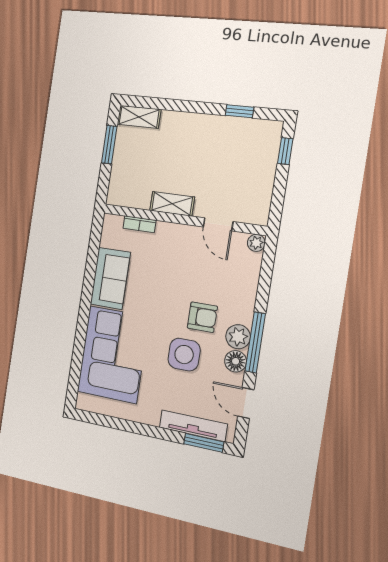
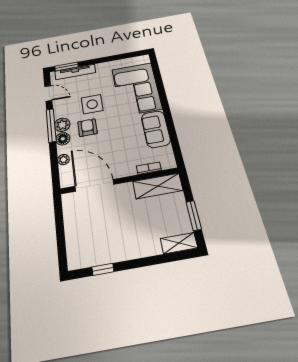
window: (285, 151) -> (62, 249), removed
shelving: (172, 204) -> (158, 186), moved, width x1.50, depth x1.33
door: (218, 224) -> (94, 185), width x1.87
plant: (256, 243) -> (63, 160), moved
armchair: (202, 317) -> (87, 128), turned 90
floor lamp: (236, 361) -> (63, 139), moved

